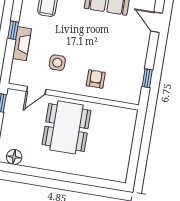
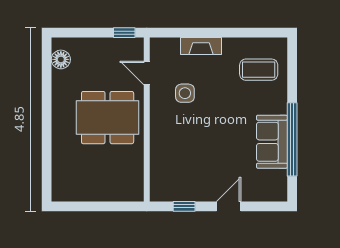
door: (157, 22) -> (229, 206), moved
window: (13, 30) -> (216, 33), removed
armchair: (96, 79) -> (173, 143), removed

